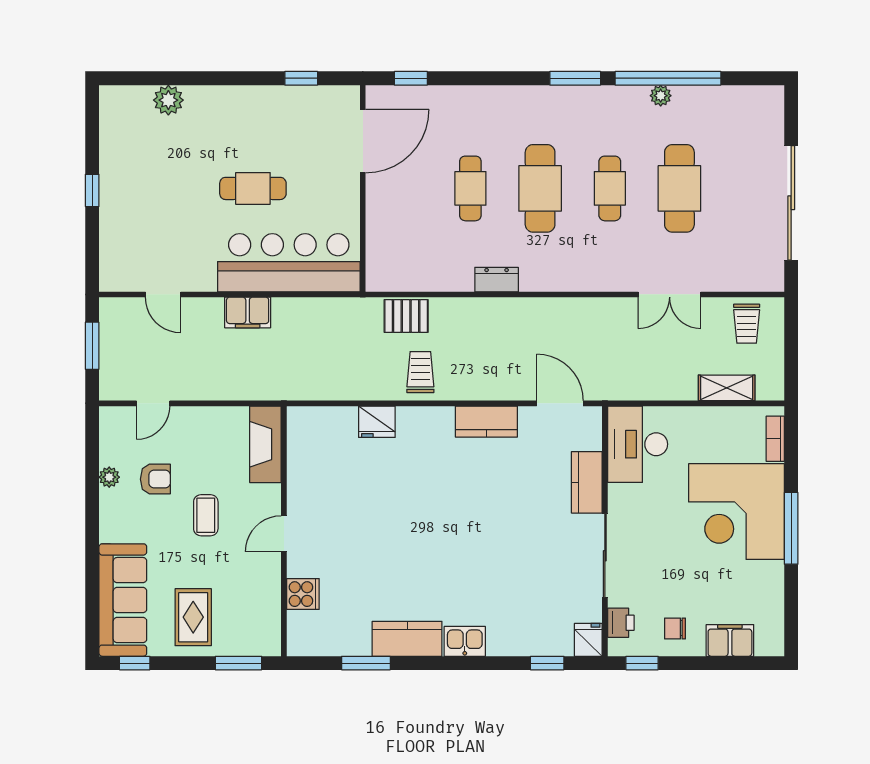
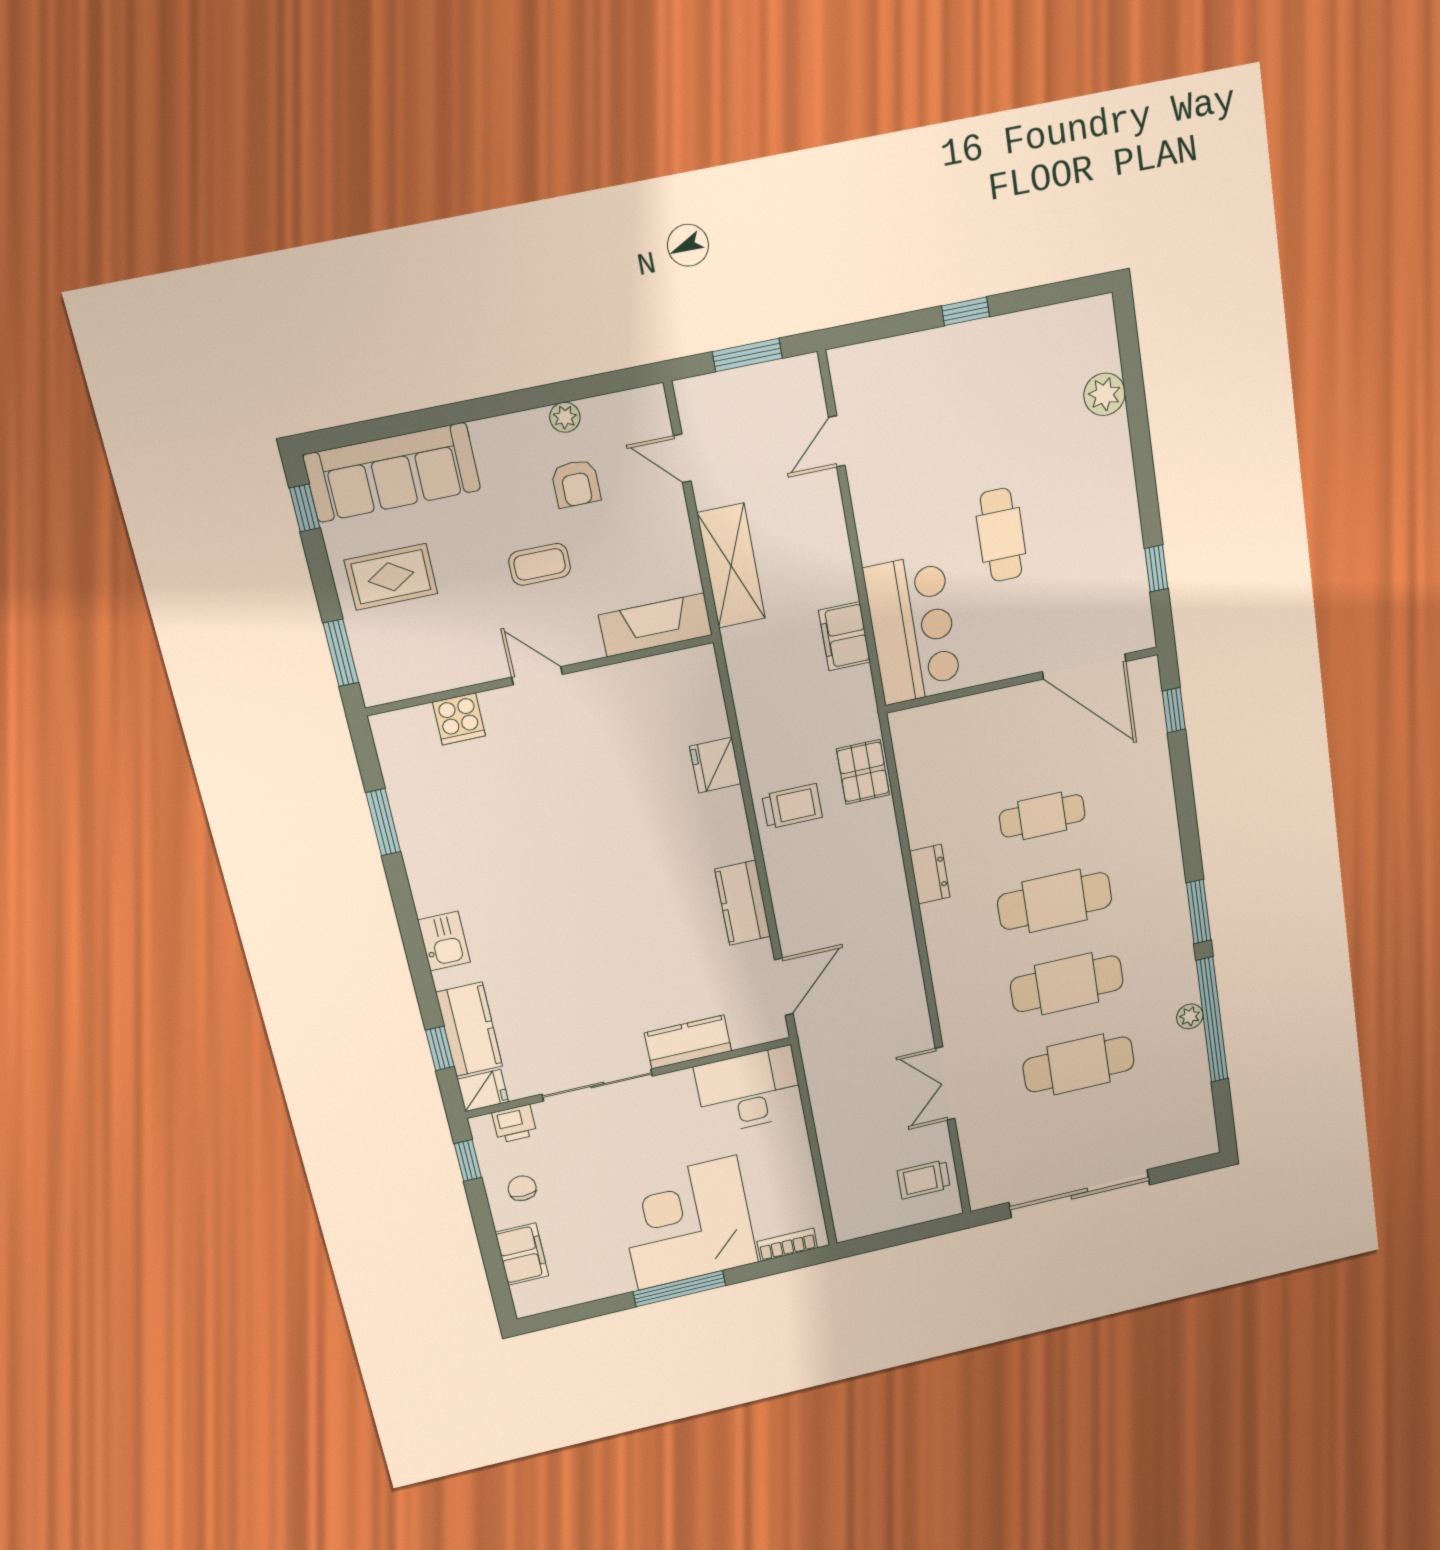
cafe table: (610, 188) -> (1067, 984), width x1.37, depth x1.35
bar counter: (289, 263) -> (913, 629), width x0.73
filing cabinet: (248, 312) -> (844, 636), moved
shelving: (727, 388) -> (731, 566), moved, width x1.50, depth x1.33
kitchen counter: (407, 639) -> (469, 1029), moved

